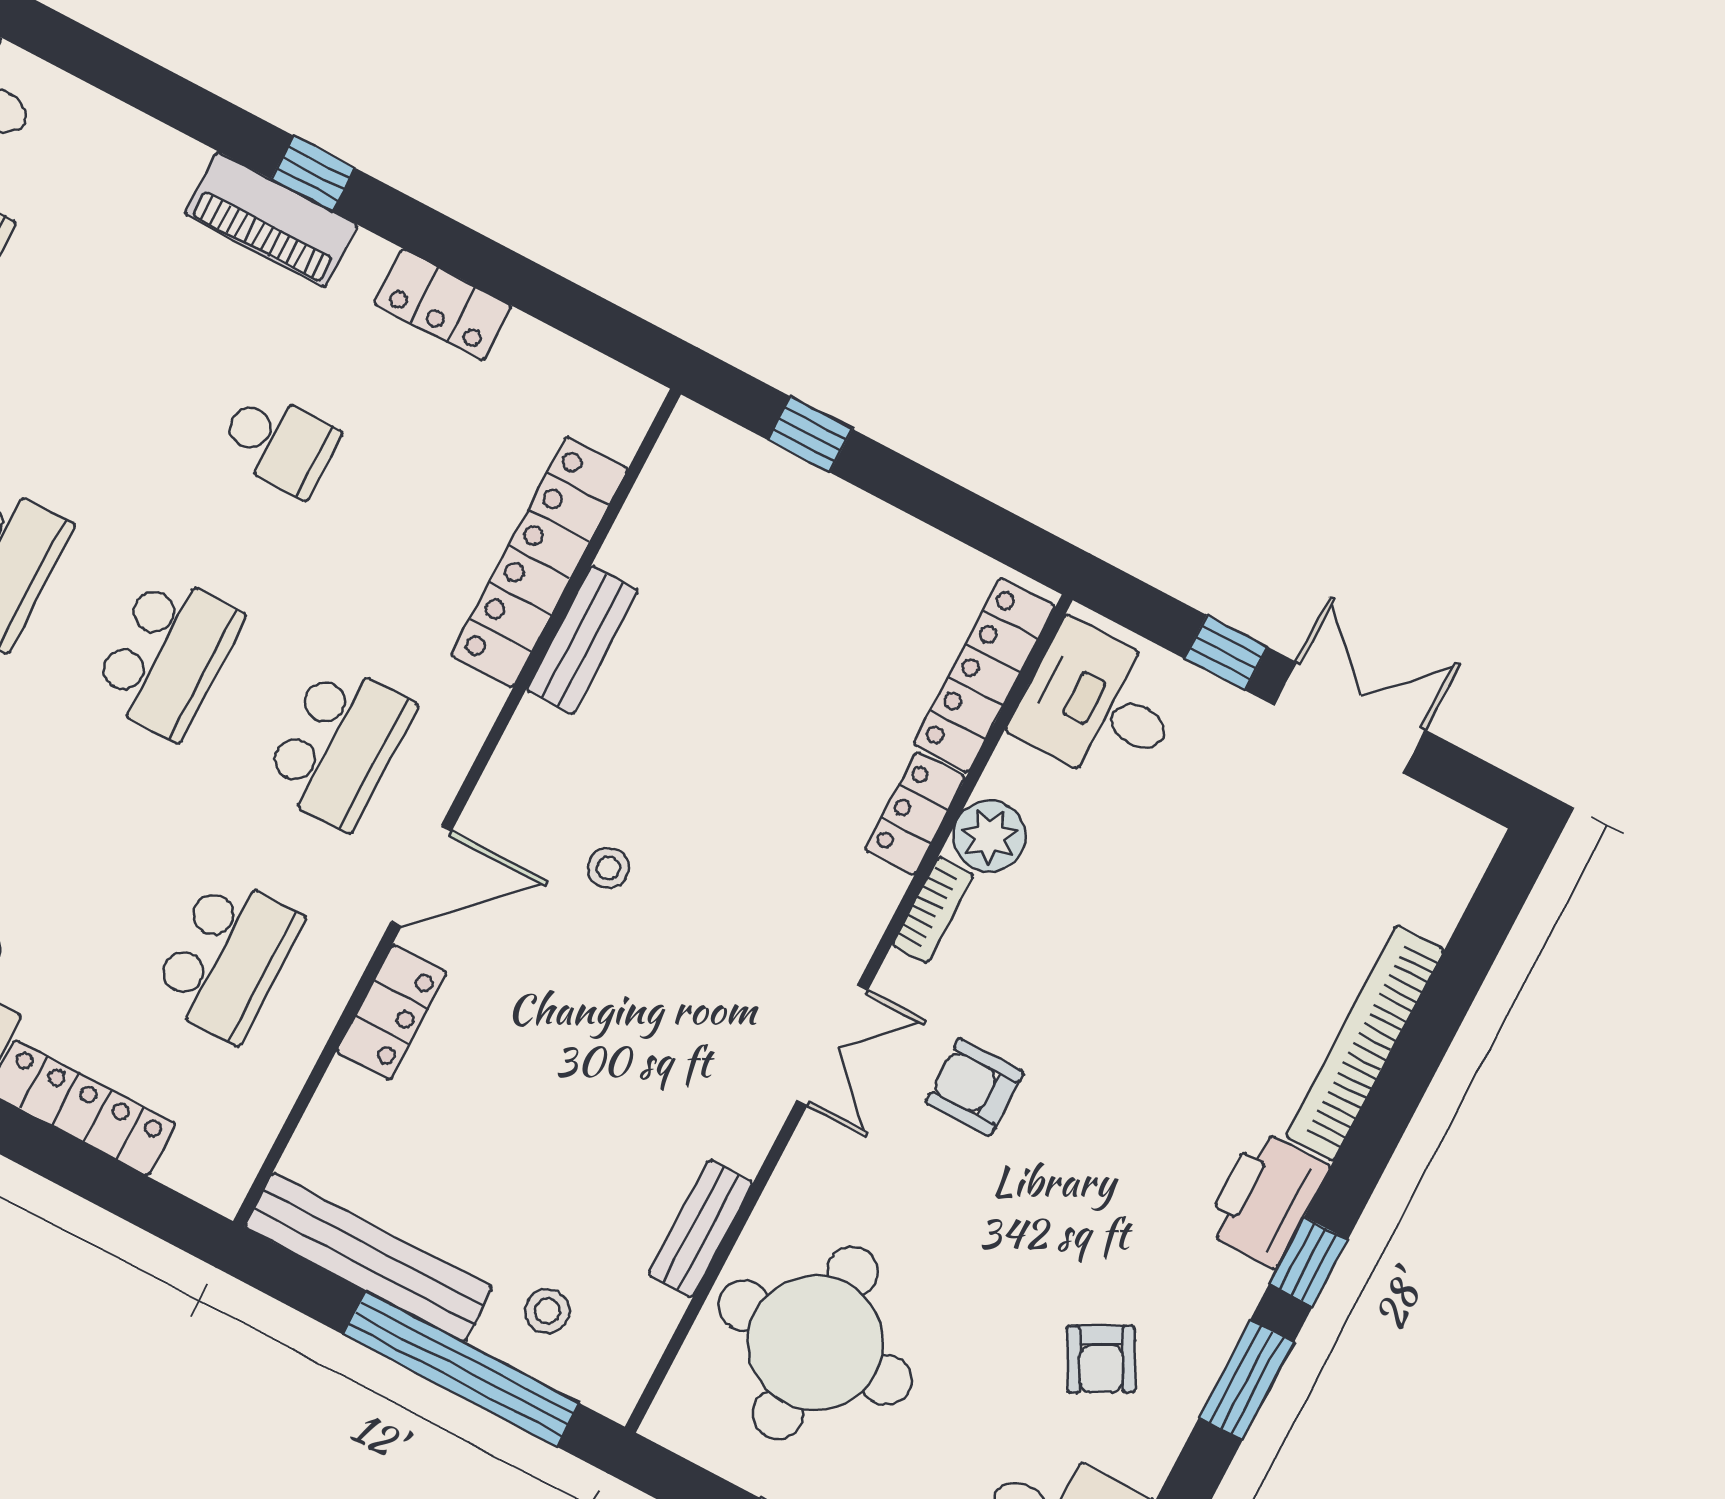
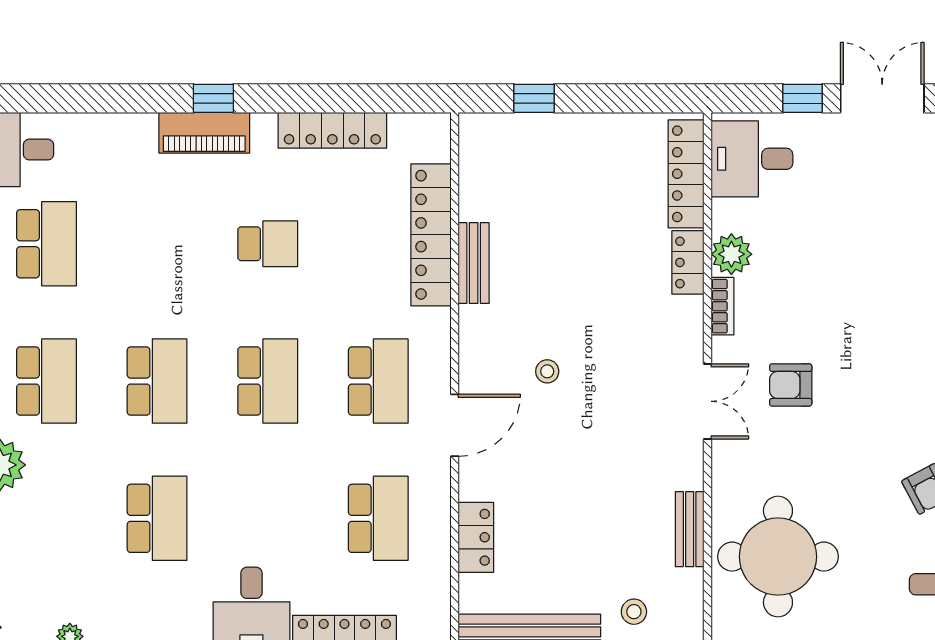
locker: (443, 305) -> (332, 130), width x1.53
locker: (392, 1012) -> (476, 537), moved

